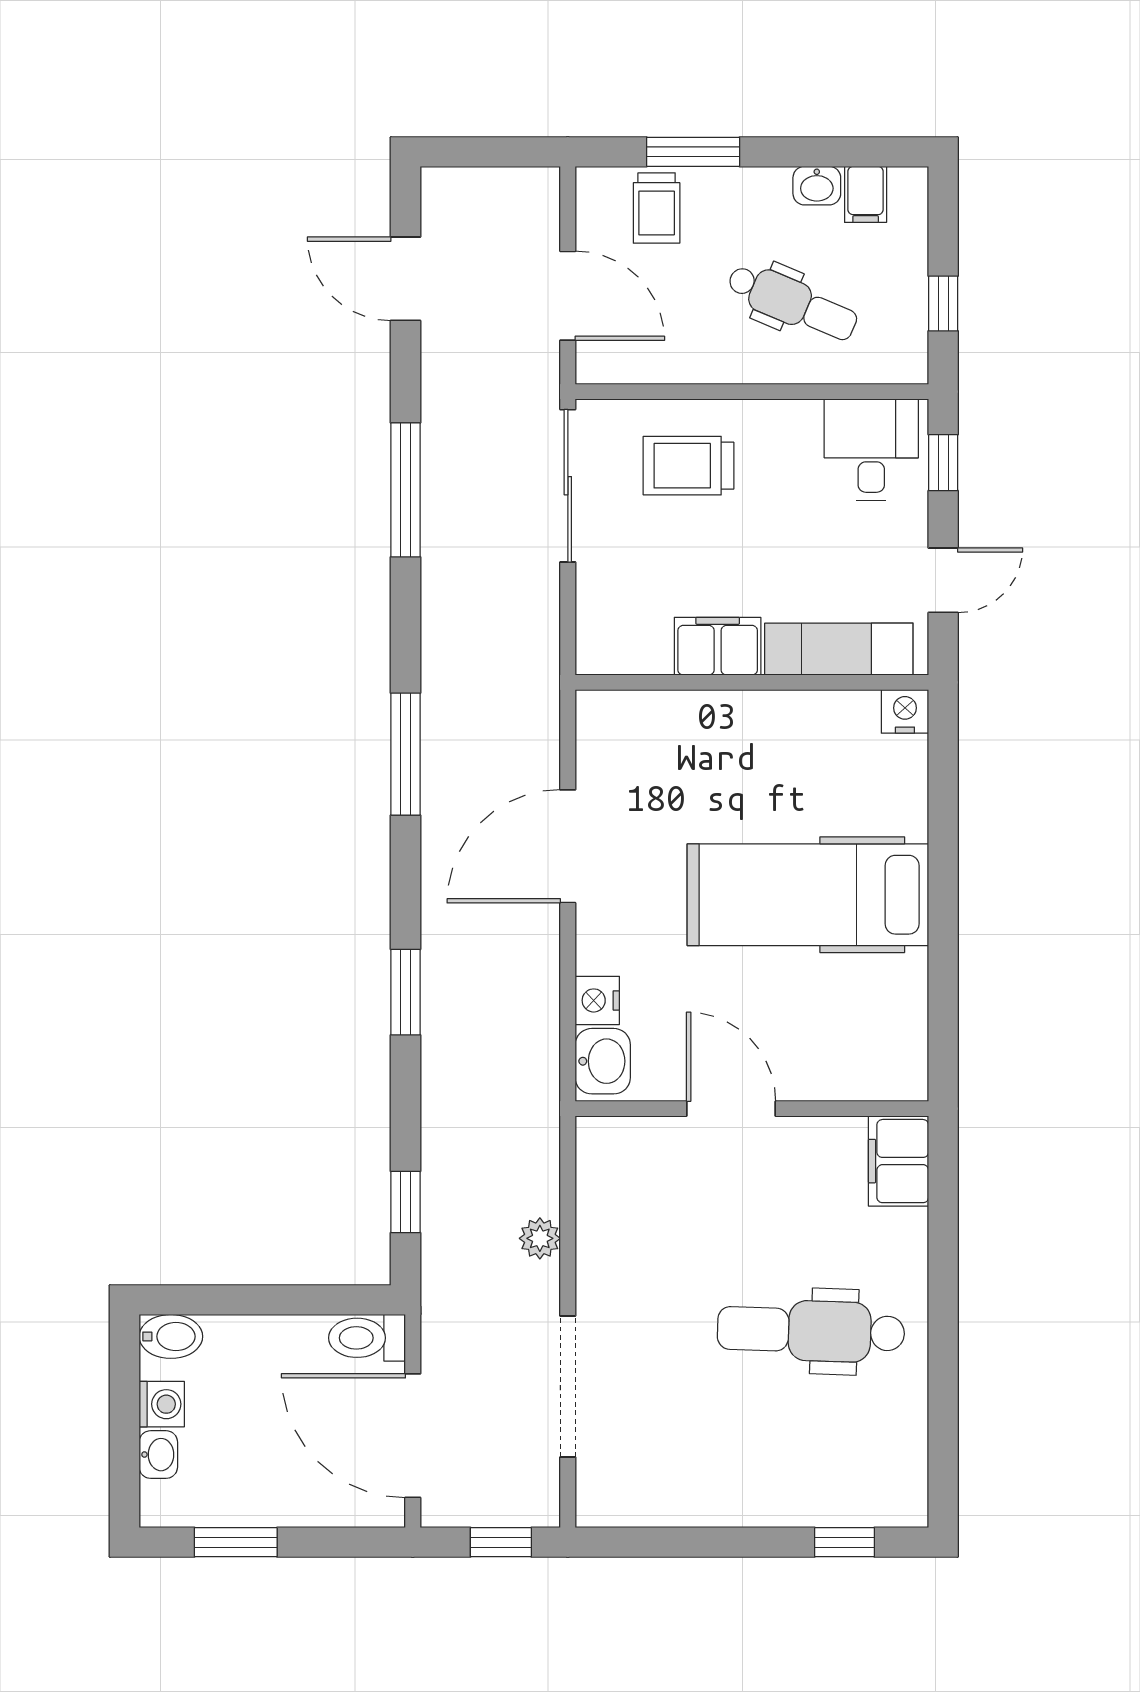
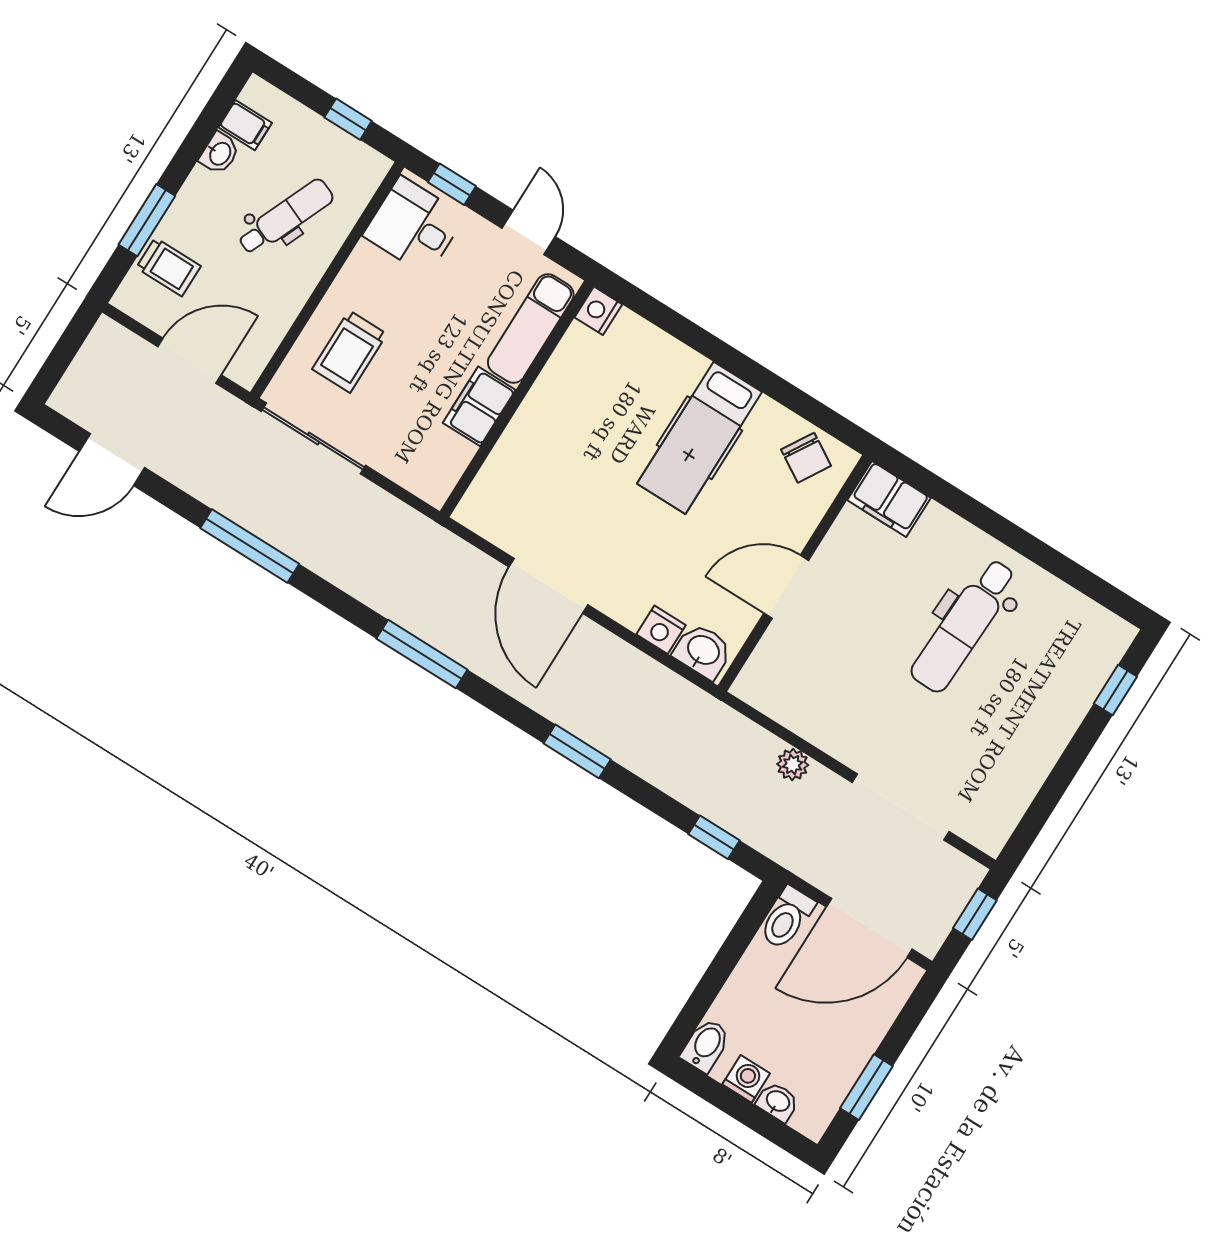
hospital bed: (808, 895) -> (699, 438), width x0.73, depth x0.78
chair: (887, 1041) -> (806, 458), added

